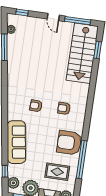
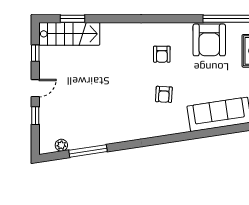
window: (22, 12) -> (35, 116), moved
window: (78, 21) -> (35, 53), width x0.46
stairs: (82, 53) -> (69, 34), width x0.73, depth x0.66

